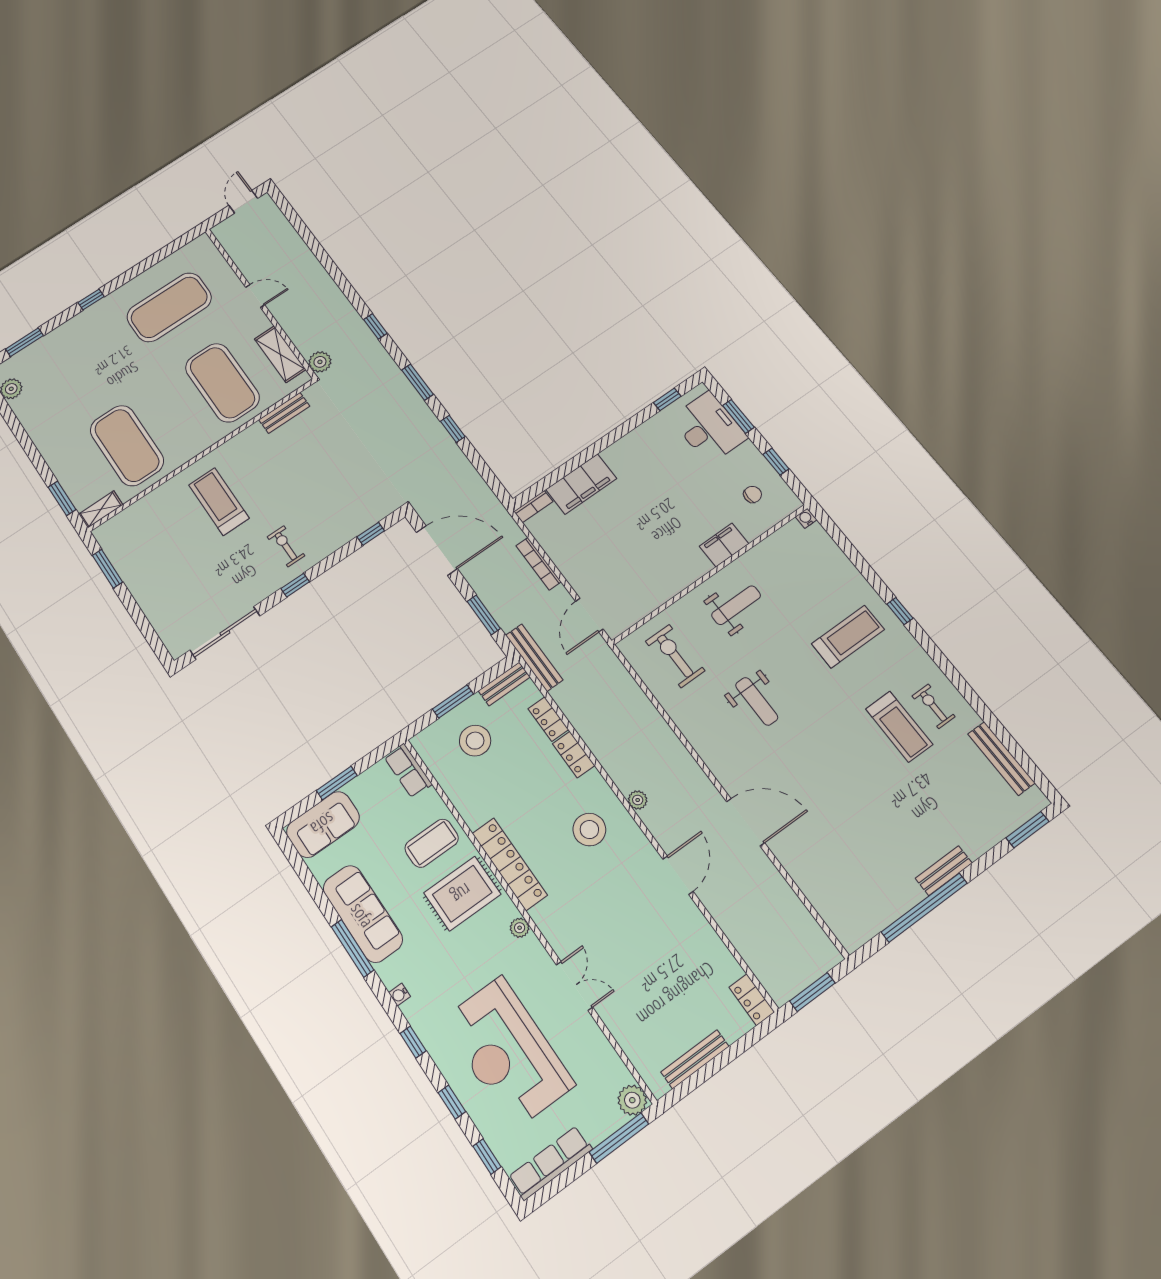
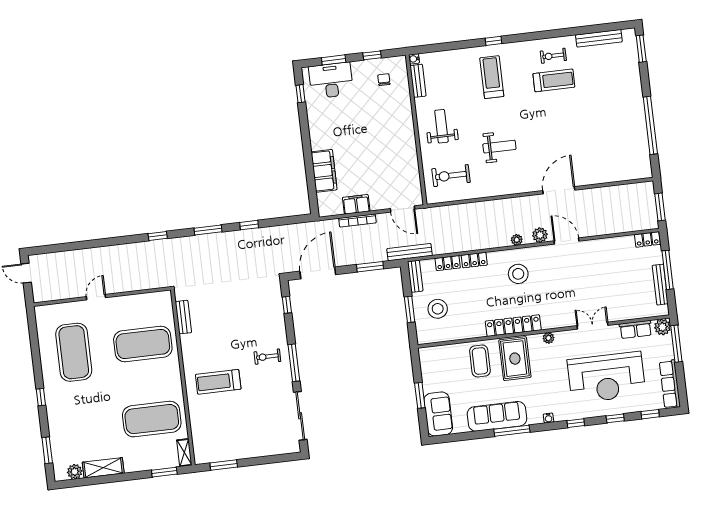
shelving: (280, 354) -> (103, 468), moved
plant: (320, 362) -> (540, 235), moved
bookcase: (533, 506) -> (322, 205), removed
filing cabinet: (724, 545) -> (356, 204), moved, turned 90
window: (295, 585) -> (294, 363), width x2.17
row of seats: (408, 771) -> (636, 329), moved
bench: (944, 871) -> (418, 81), moved
window: (724, 1059) -> (668, 270), added

